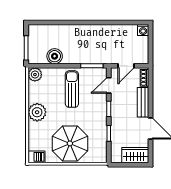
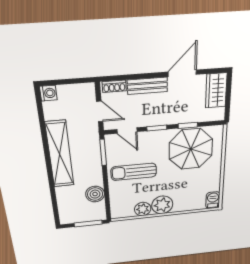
shelving: (94, 32) -> (60, 154), added
plant: (35, 75) -> (143, 209), moved
parasol: (70, 143) -> (191, 149), moved

